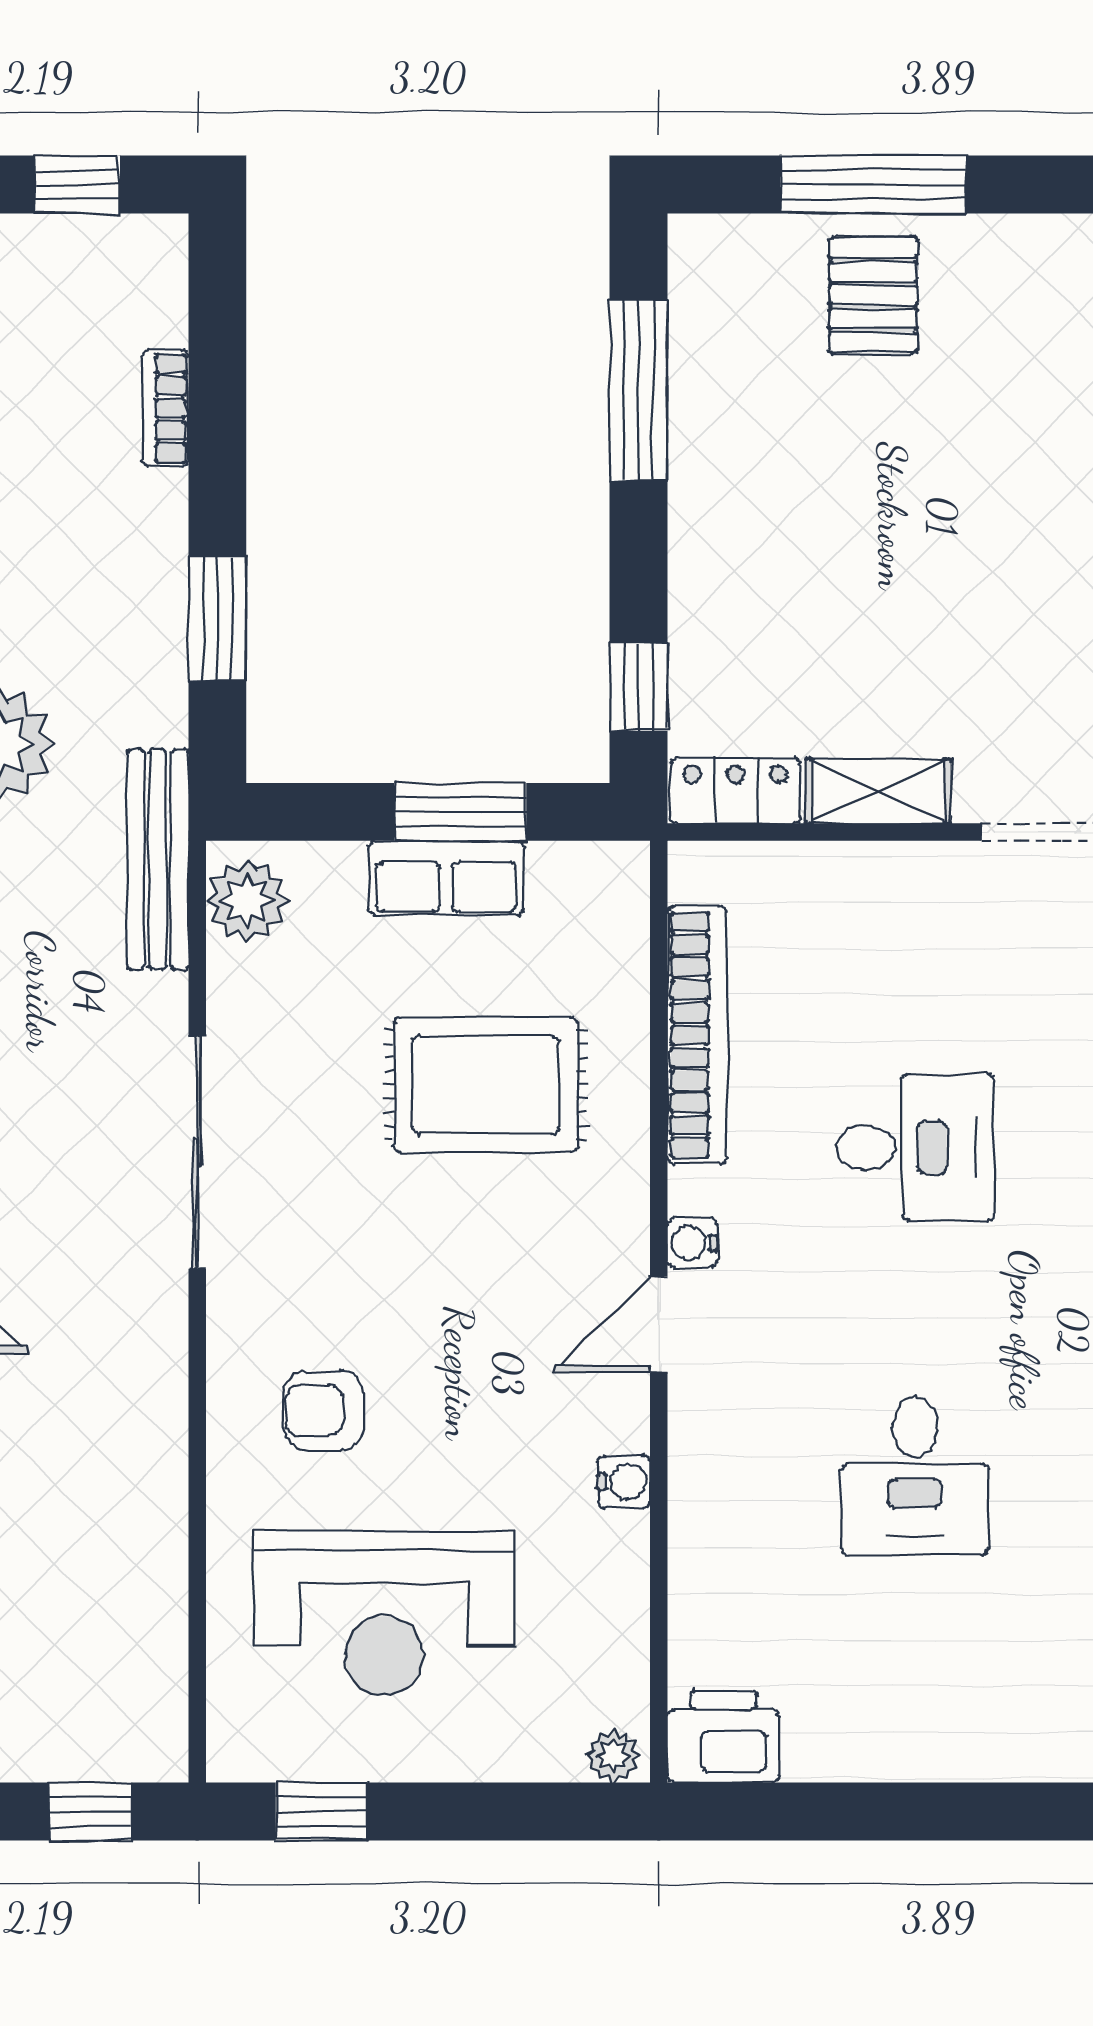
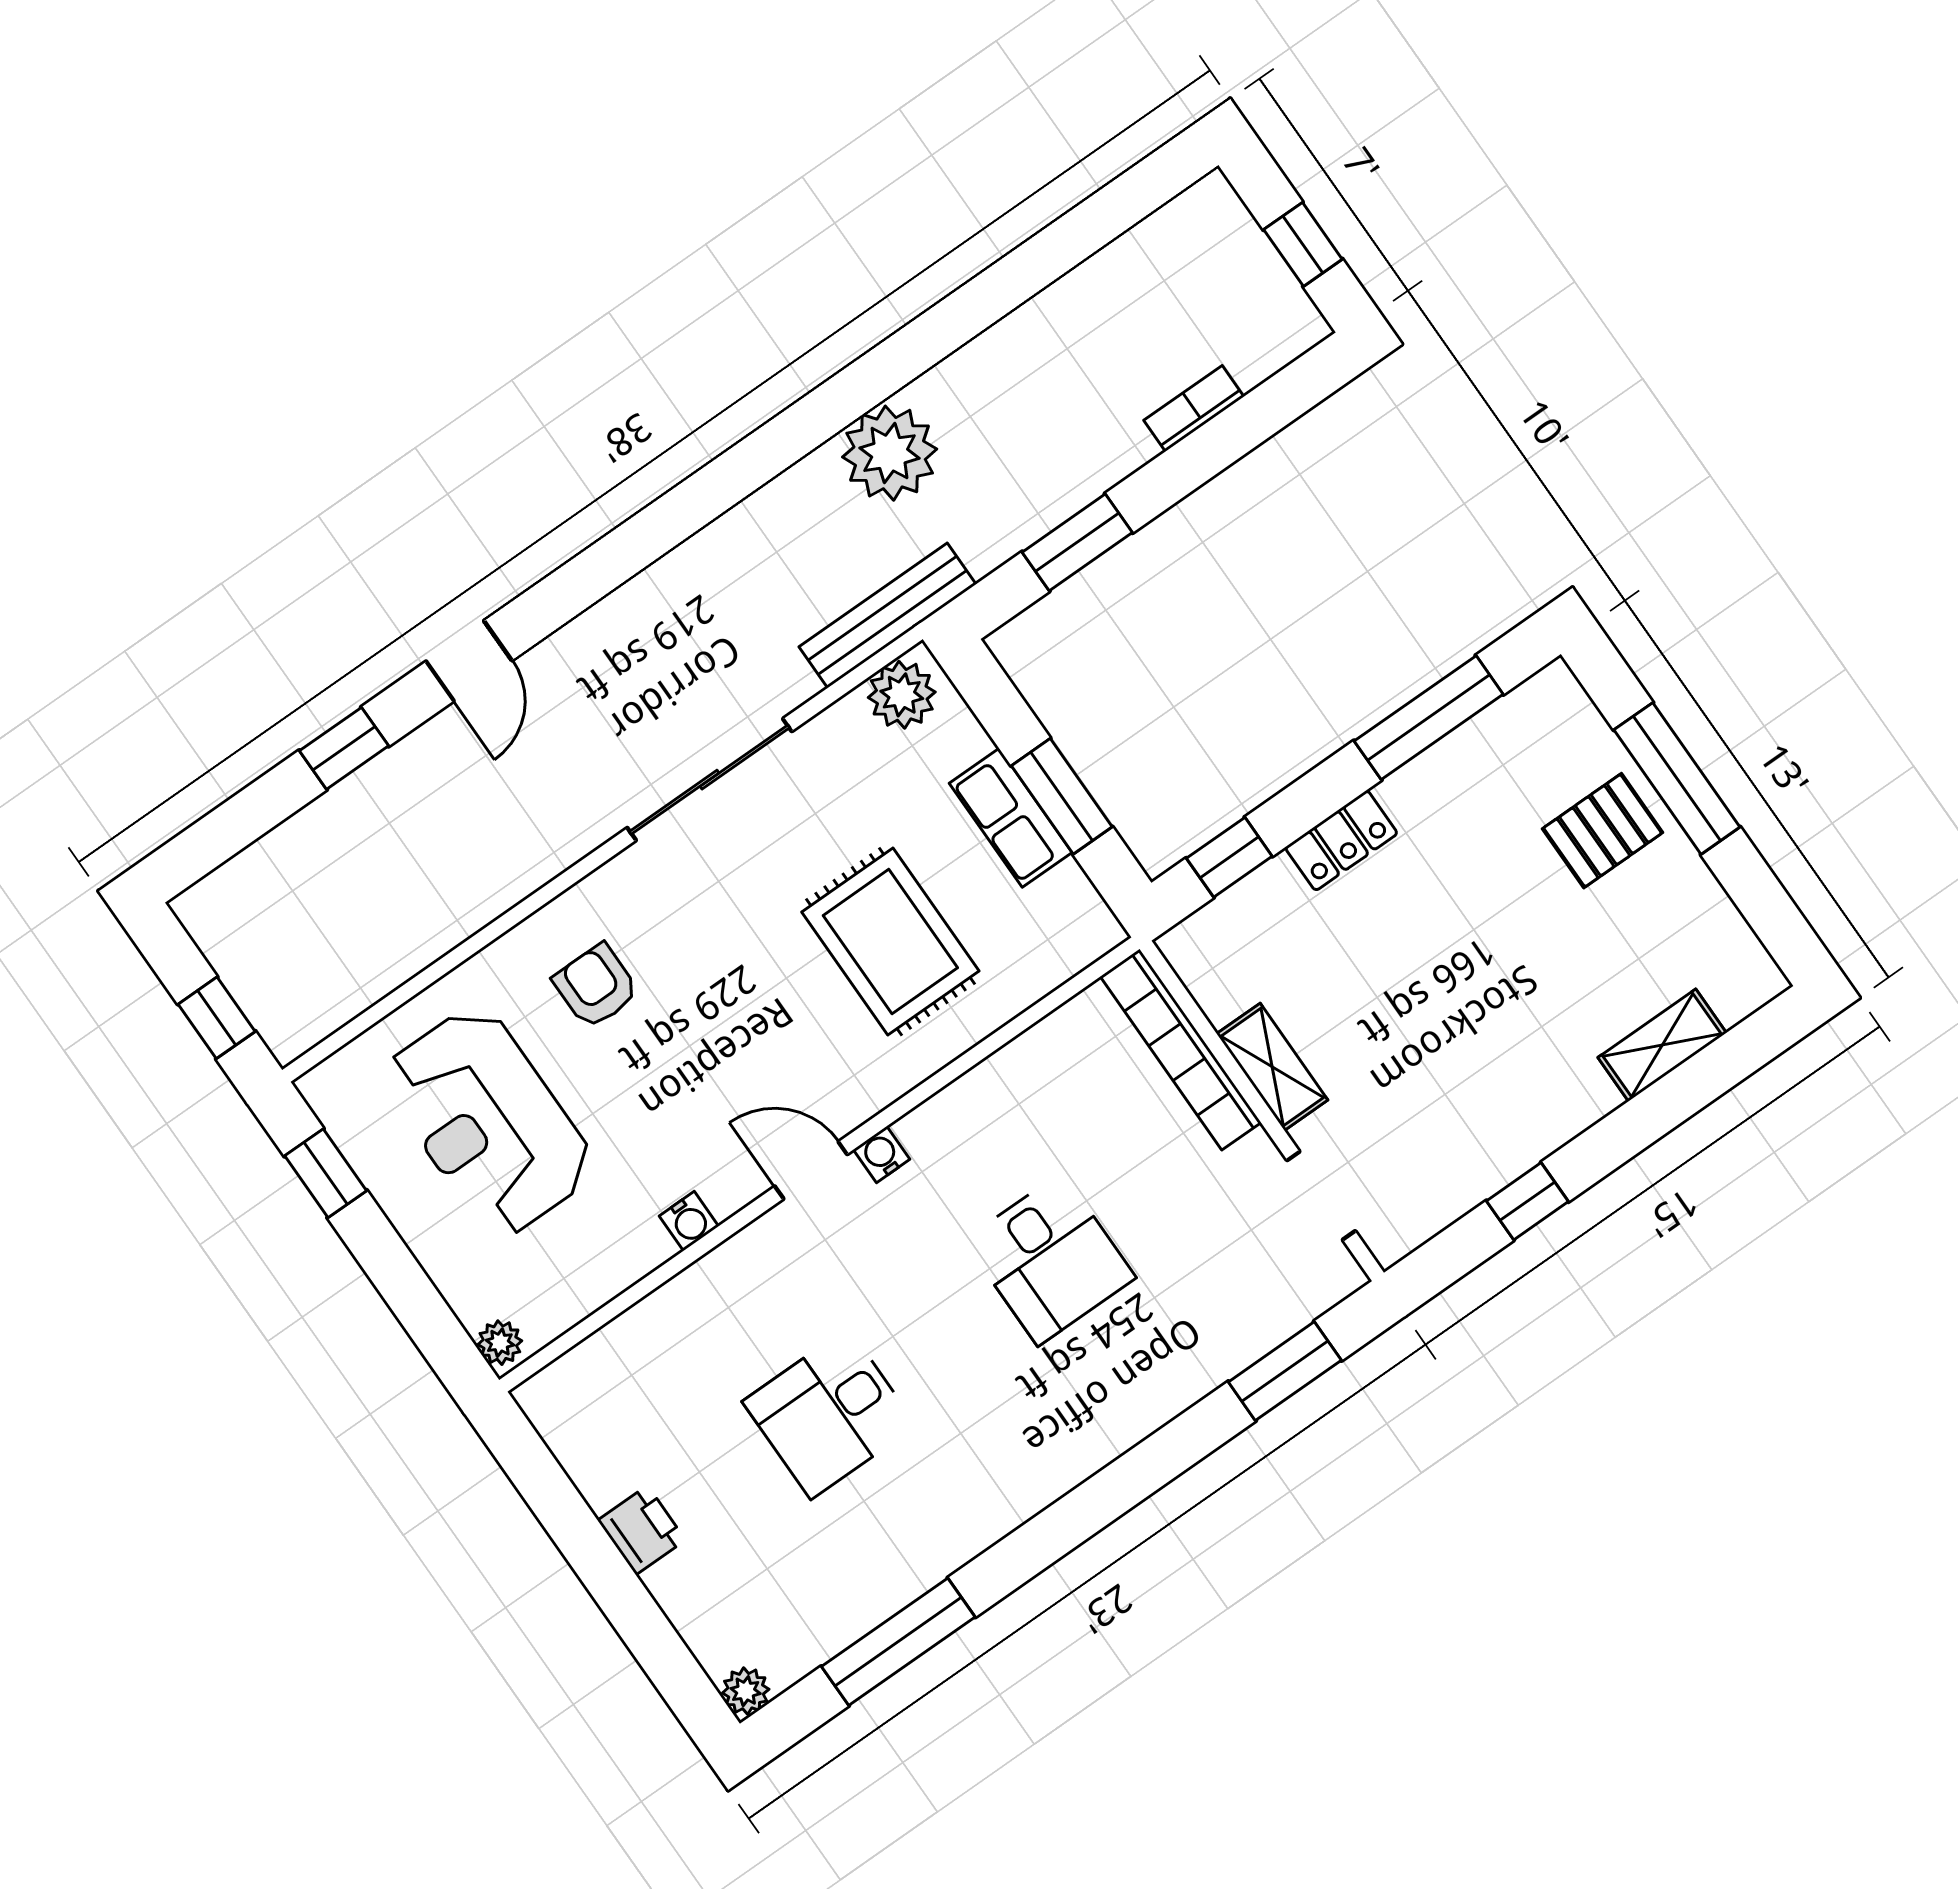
locker: (735, 791) -> (1341, 840), moved, turned 90
bookcase: (697, 1035) -> (1181, 1050), moved, turned 90
printer: (723, 1737) -> (642, 1530), moved, width x0.73, depth x0.81

